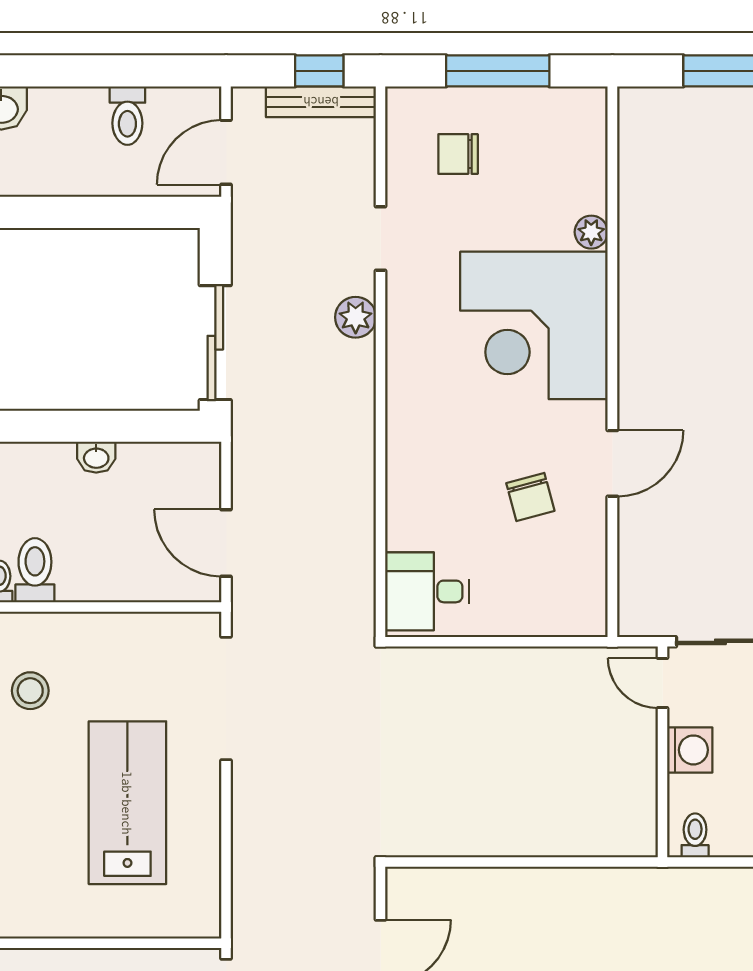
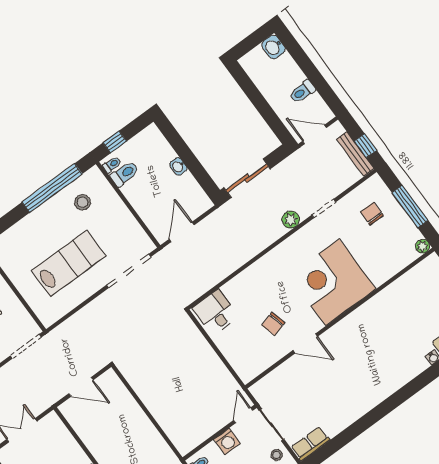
plant: (591, 232) -> (422, 246), moved

